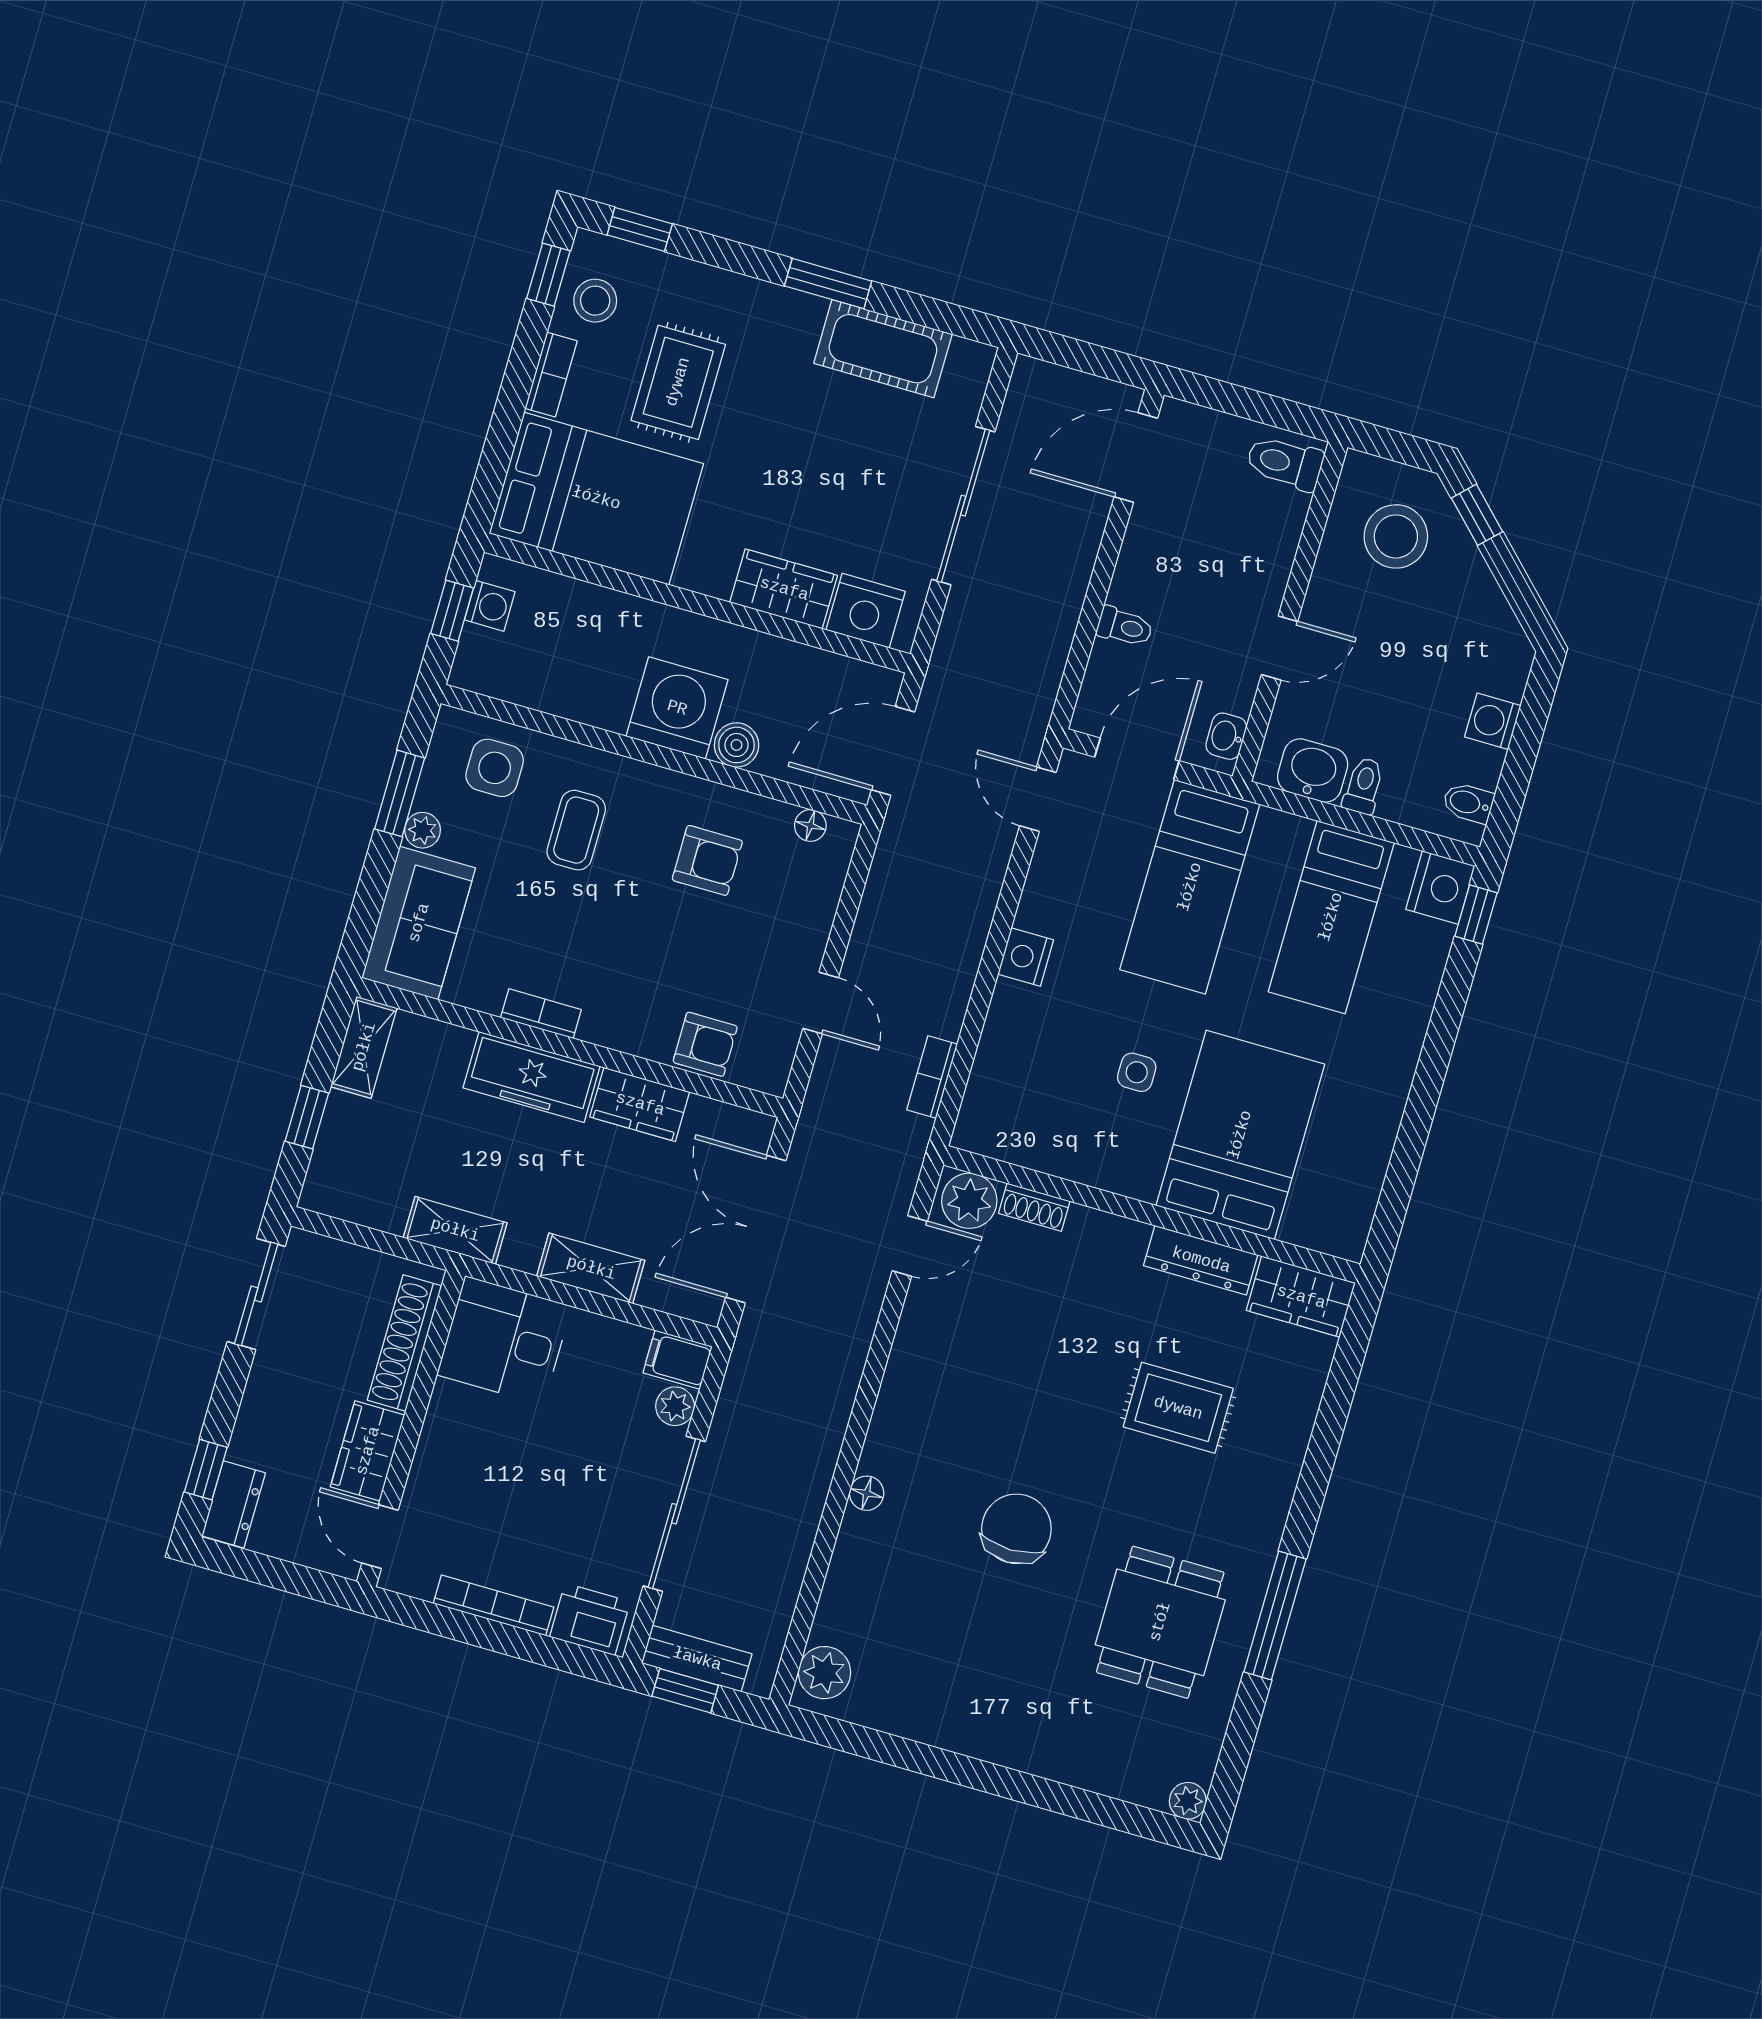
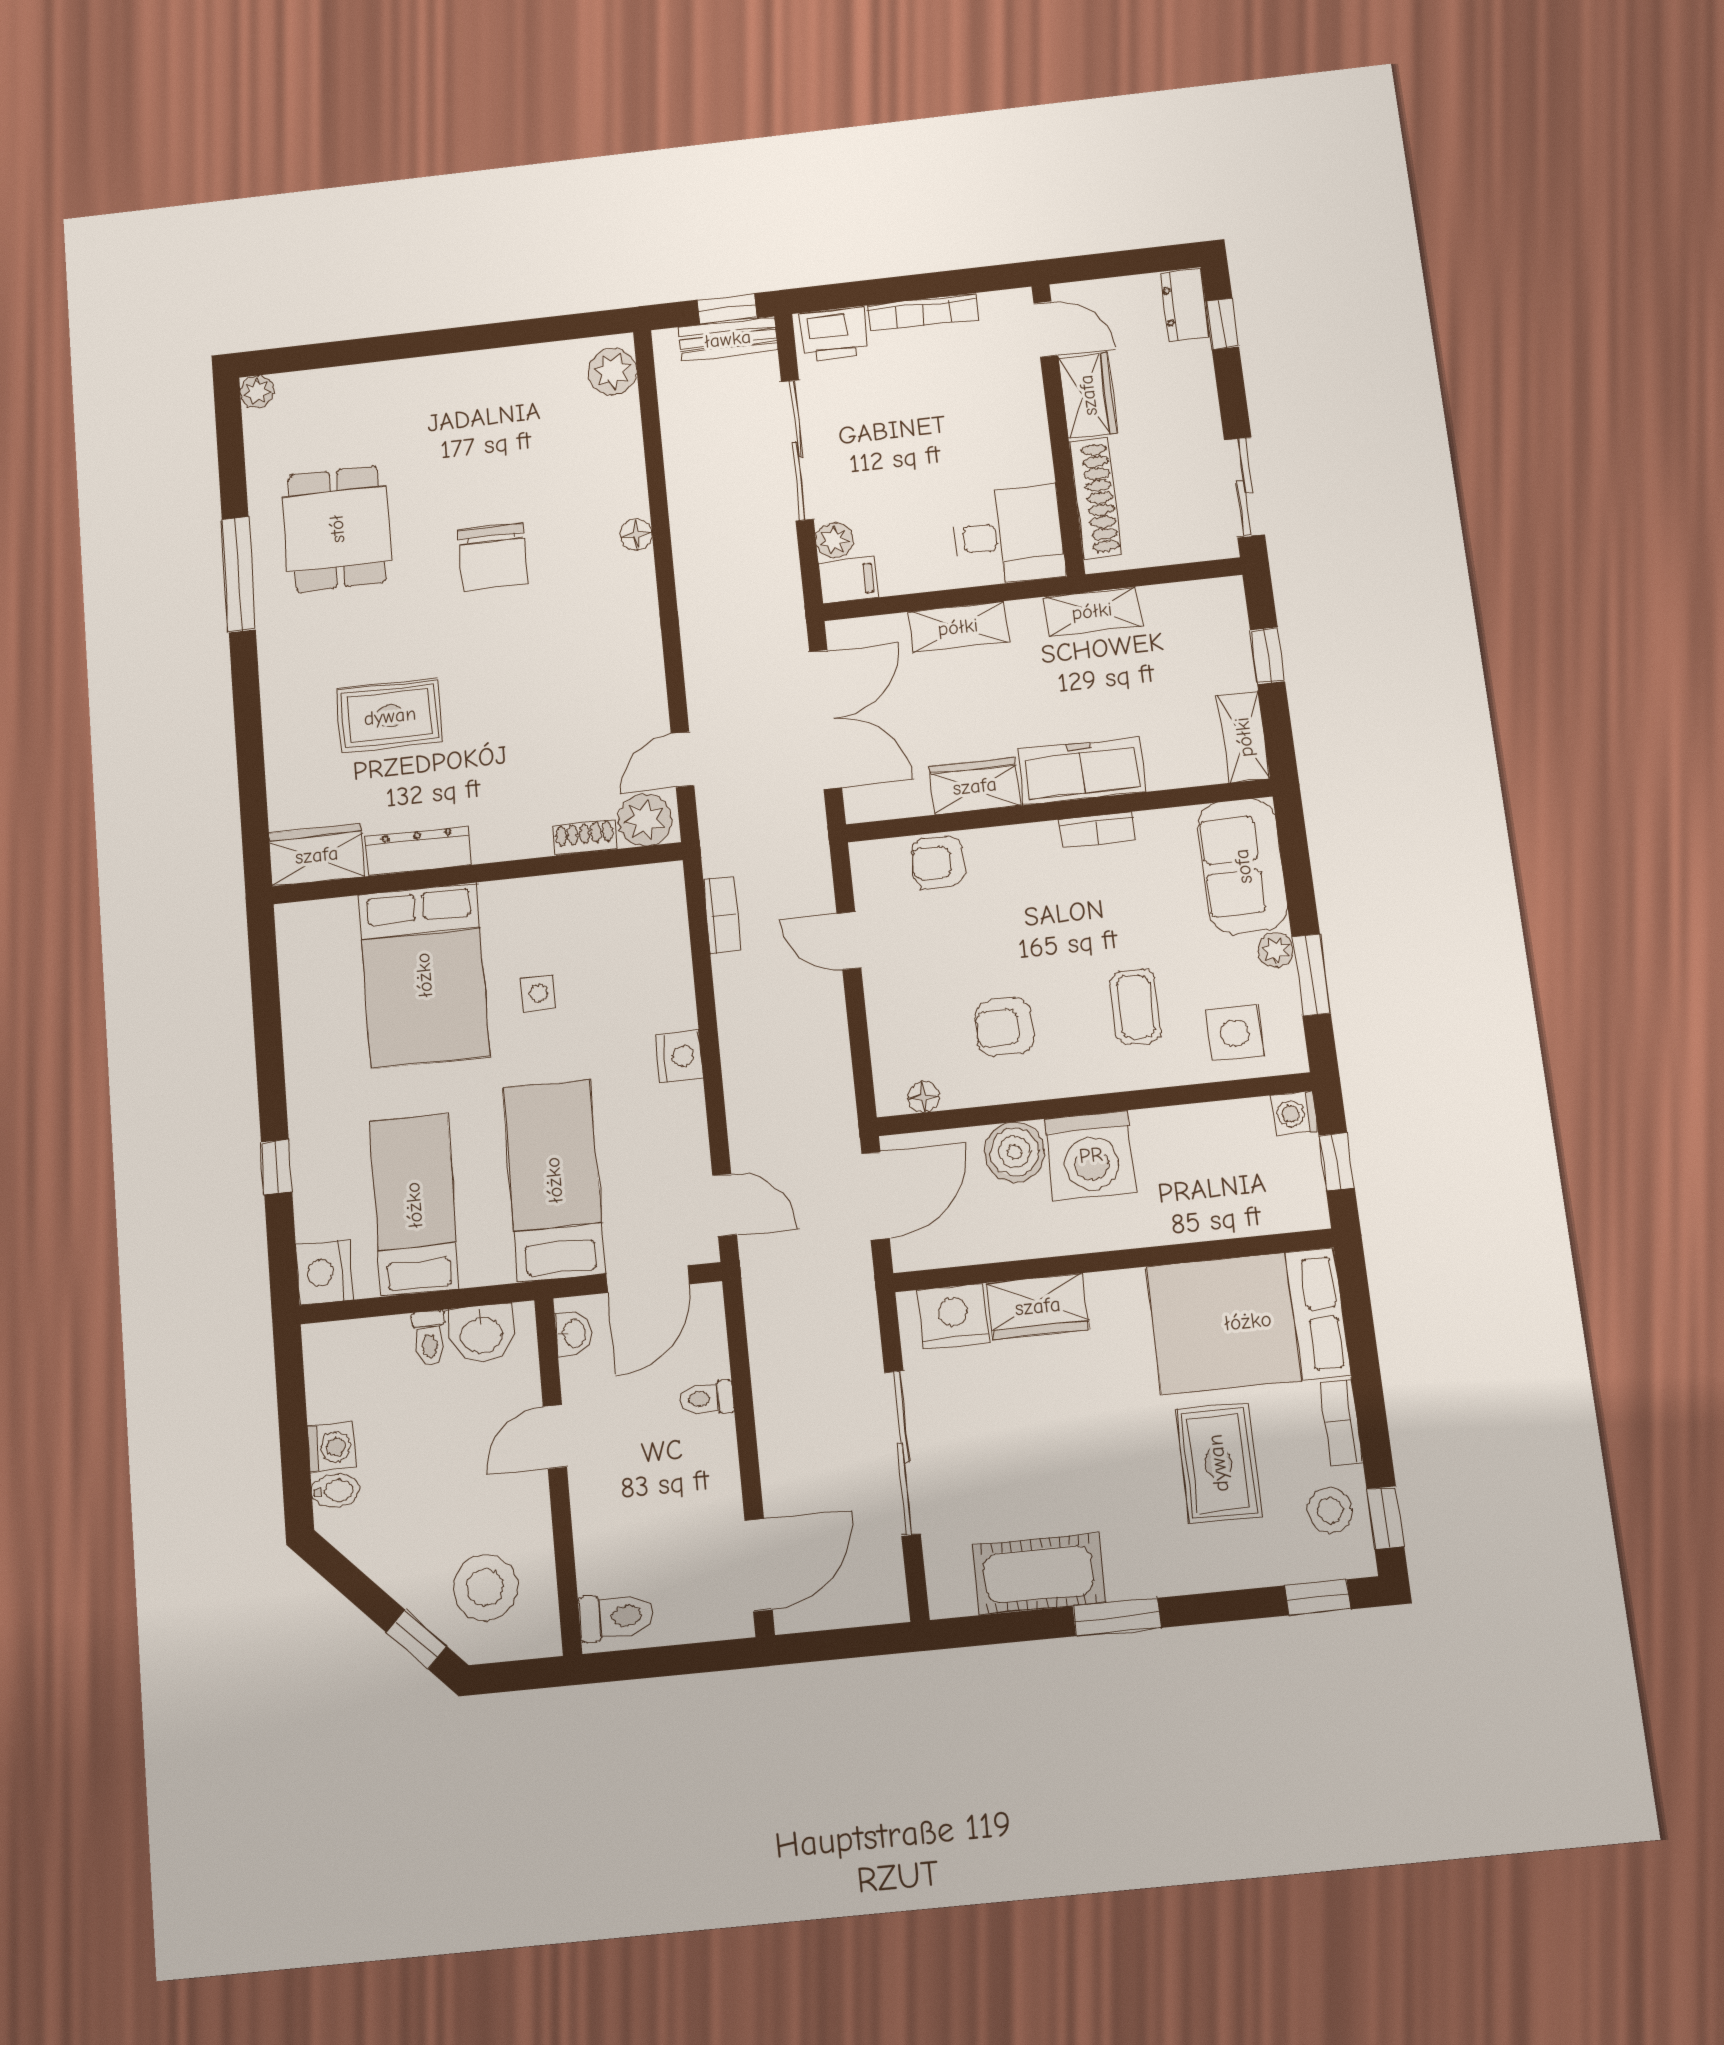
washing machine: (490, 606) -> (1295, 1113), moved
boiler: (737, 745) -> (1015, 1152), width x1.36, depth x1.36
bidet: (1468, 803) -> (335, 1491), moved
window: (1476, 915) -> (277, 1167), moved

